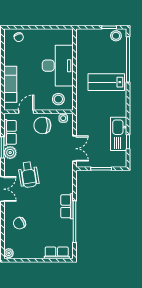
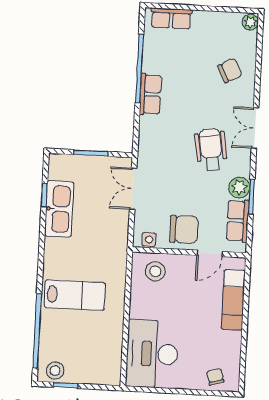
desk: (58, 66) -> (152, 354), moved

